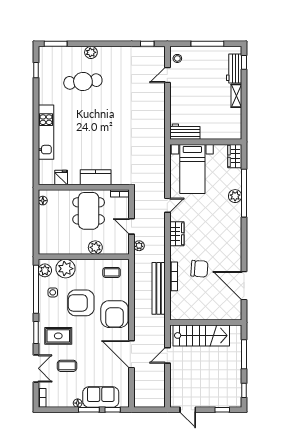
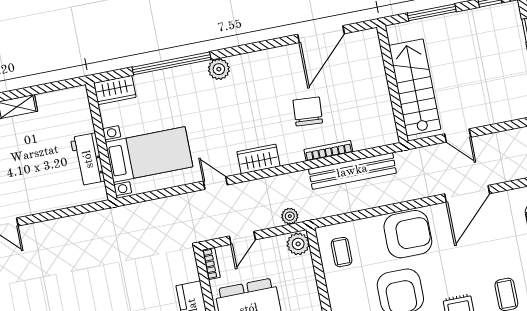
workbench: (185, 132) -> (88, 159), moved
plant: (235, 196) -> (219, 69), moved
door: (132, 226) -> (242, 238), moved
plant: (95, 247) -> (298, 244), moved

